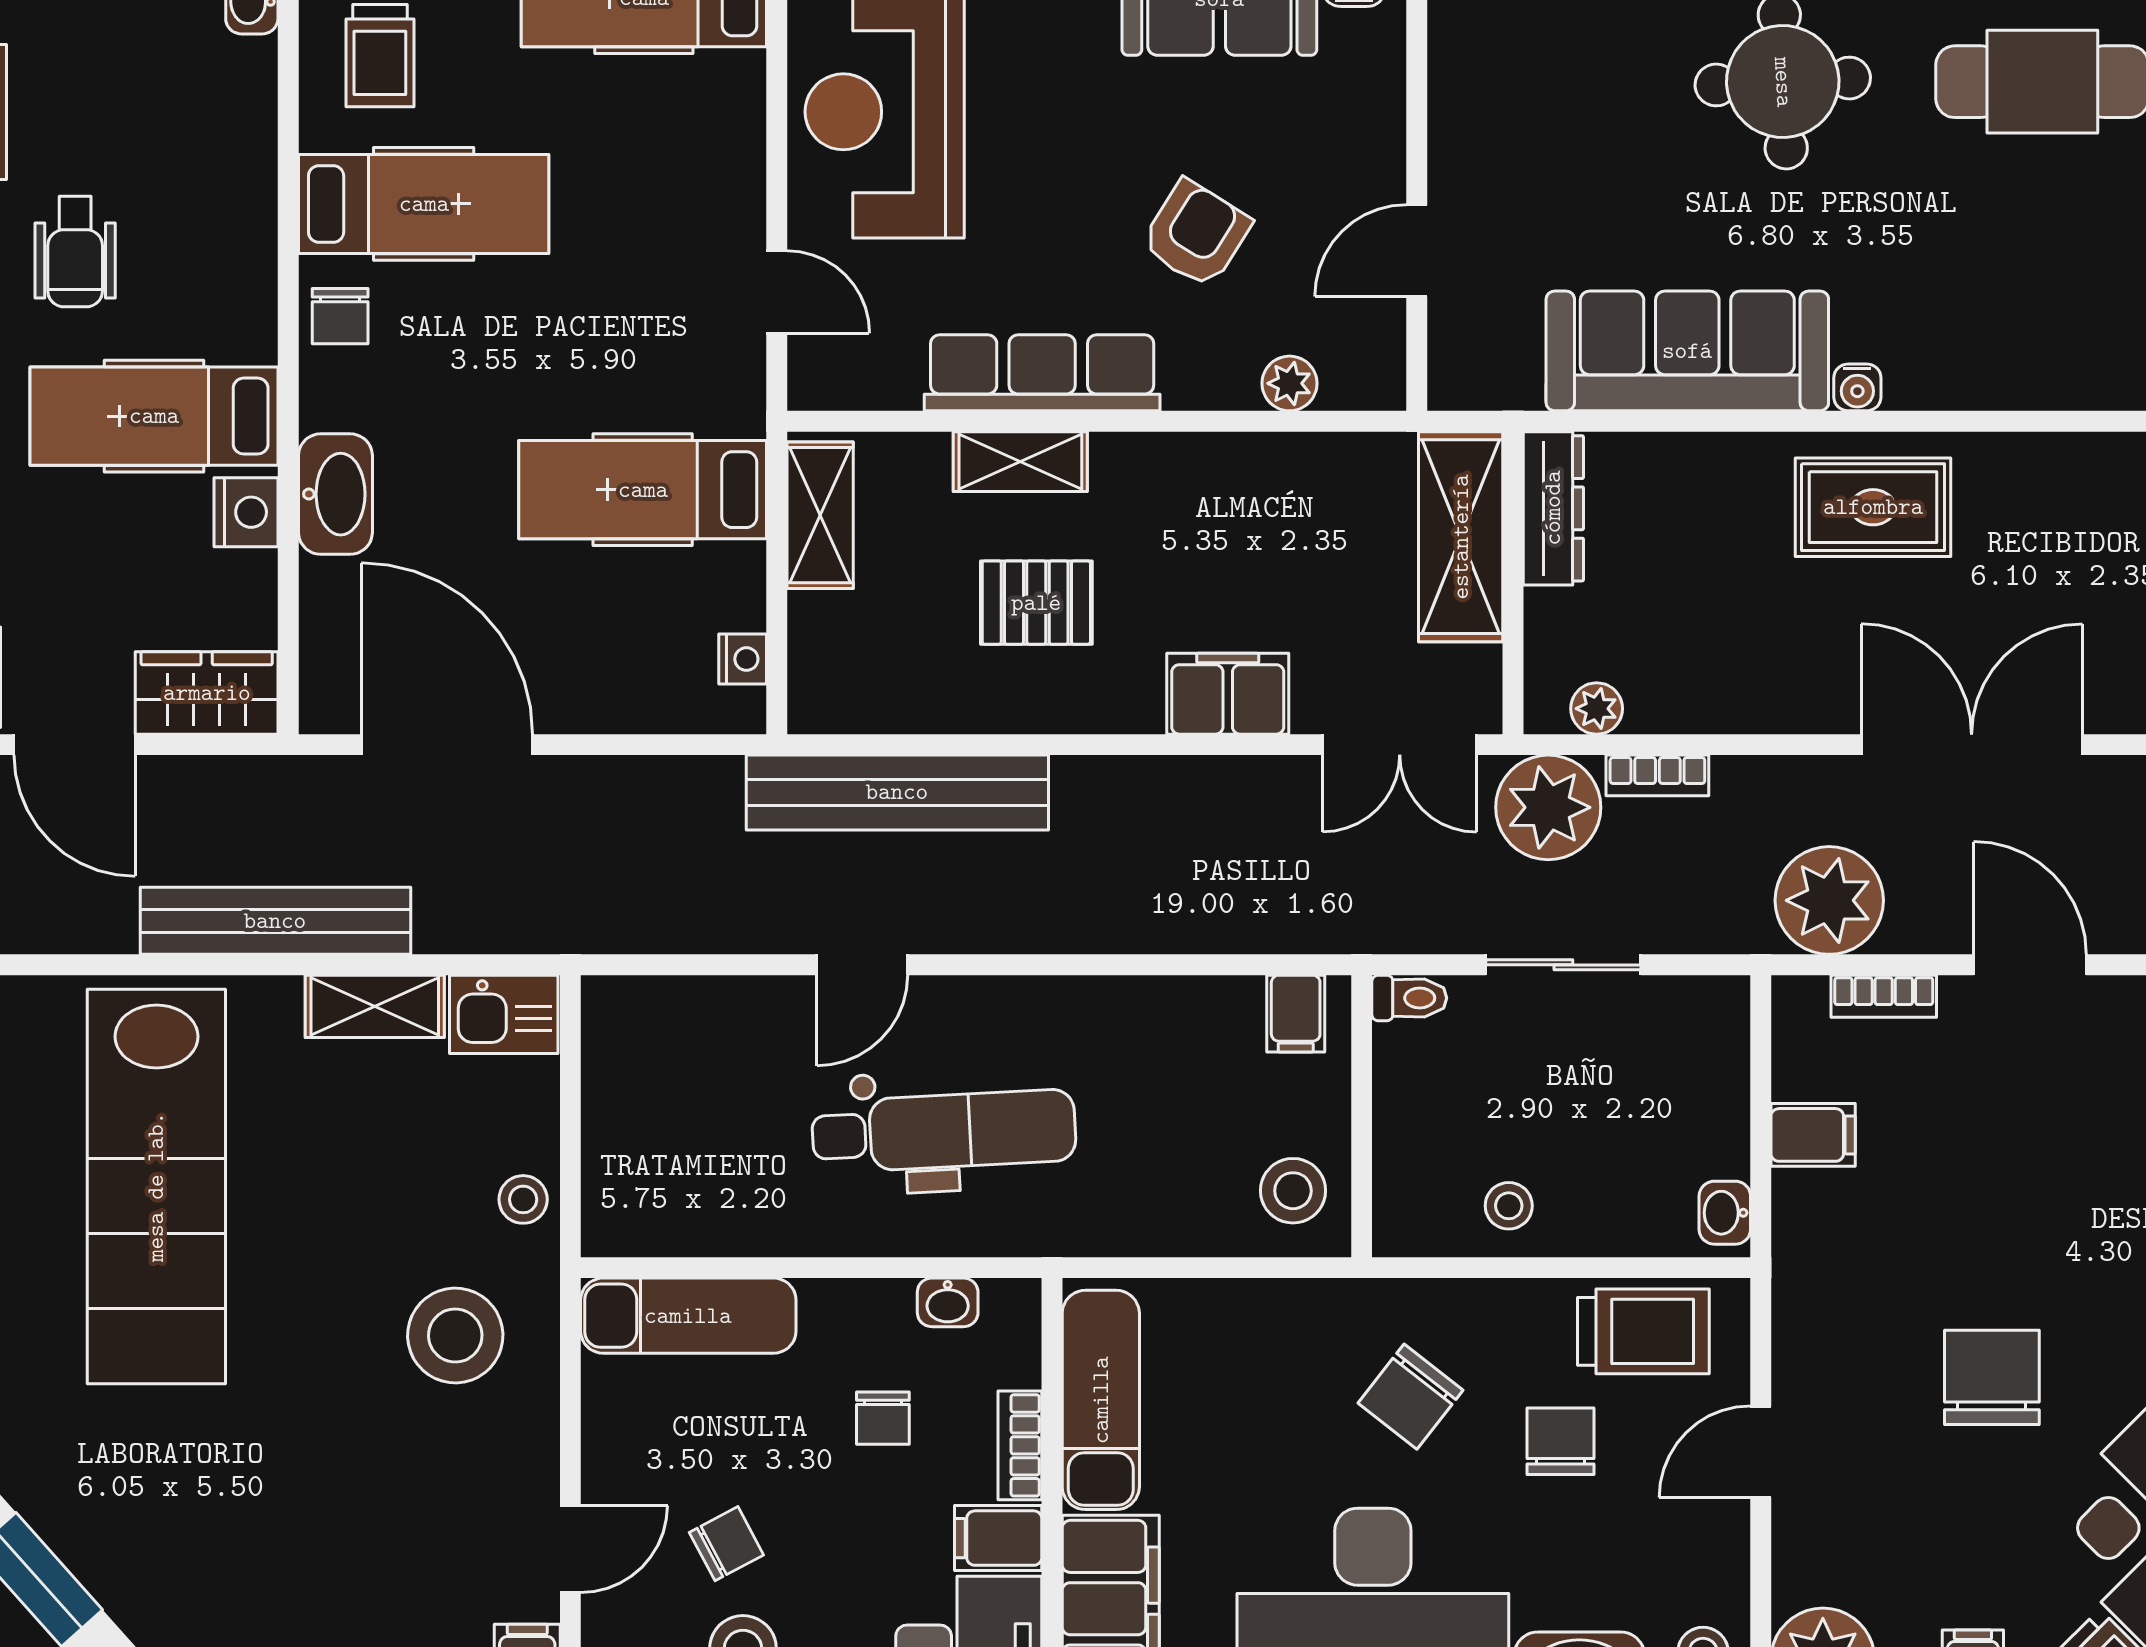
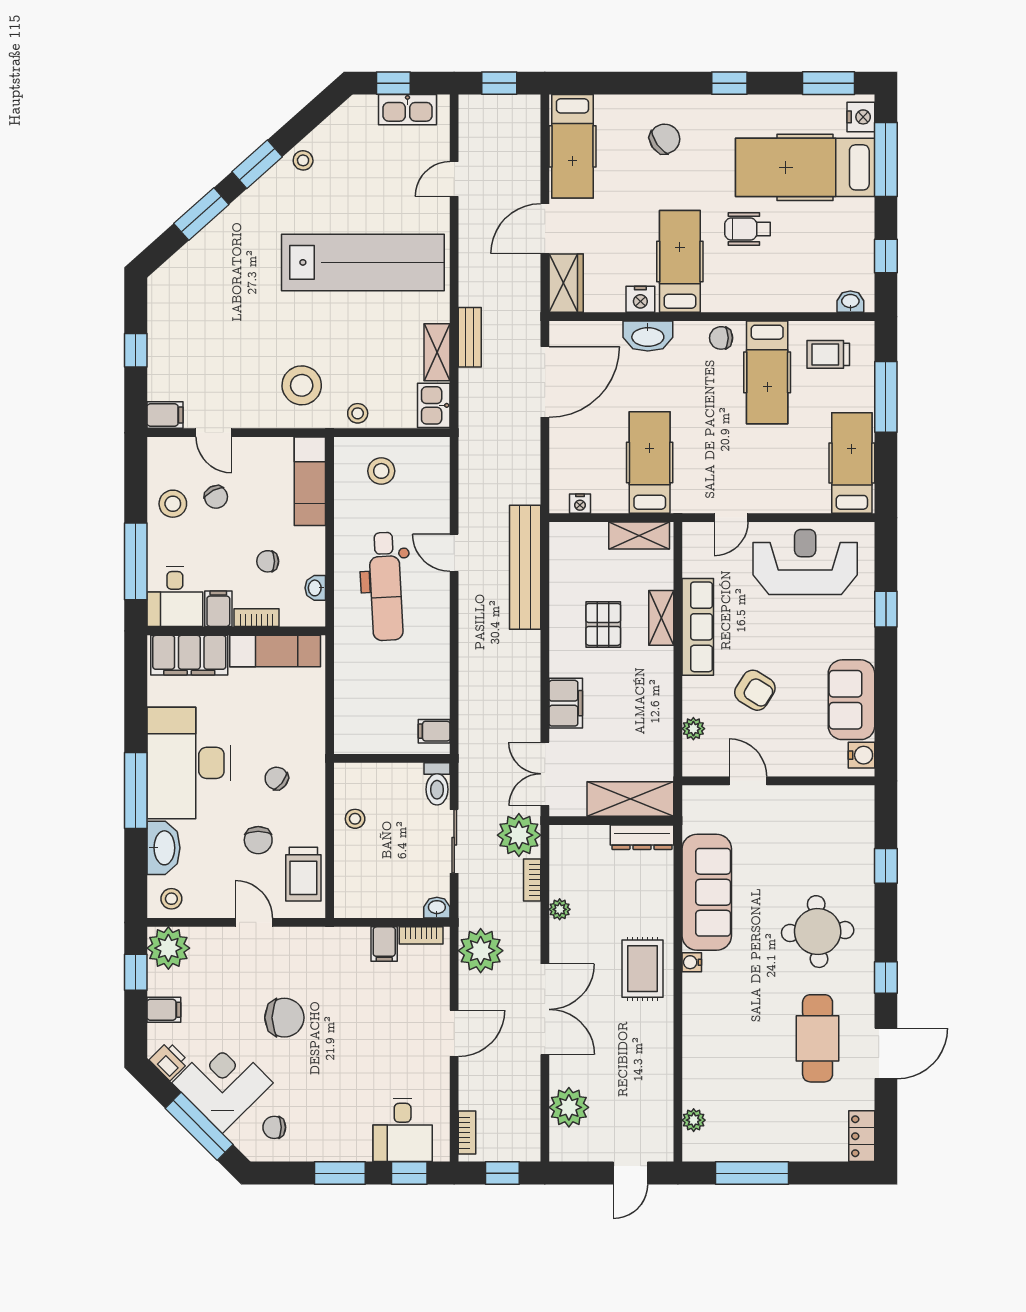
plant: (1597, 709) -> (560, 909), moved
bench: (275, 921) -> (470, 337), width x0.54, depth x0.82
bookcase: (1884, 996) -> (421, 935), moved, turned -90
toilet: (1409, 998) -> (437, 784), width x1.37, depth x1.39
lab bench: (156, 1187) -> (363, 262), turned 180
stool: (1293, 1191) -> (381, 471), moved
washbasin: (1725, 1213) -> (437, 908), moved
chair: (1410, 1397) -> (277, 778), width x0.73, depth x0.73
chair: (1561, 1441) -> (258, 840), turned 90

